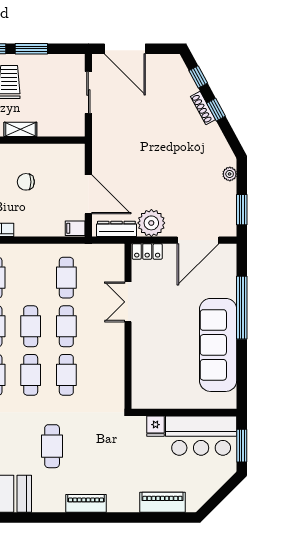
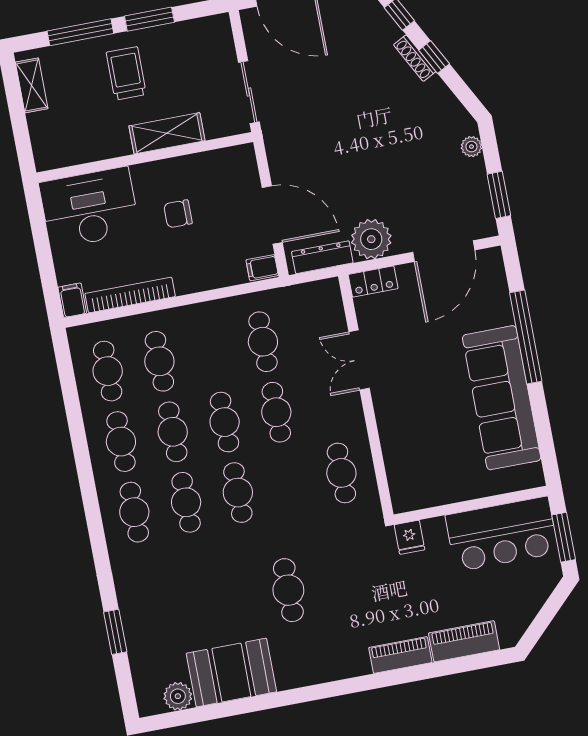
sliding door: (88, 93) -> (249, 92), moved
shelving: (20, 129) -> (167, 133), width x1.50, depth x1.33
cafe table: (66, 375) -> (341, 473), moved
fridge: (156, 426) -> (409, 537), moved
piano: (86, 503) -> (400, 655), moved

